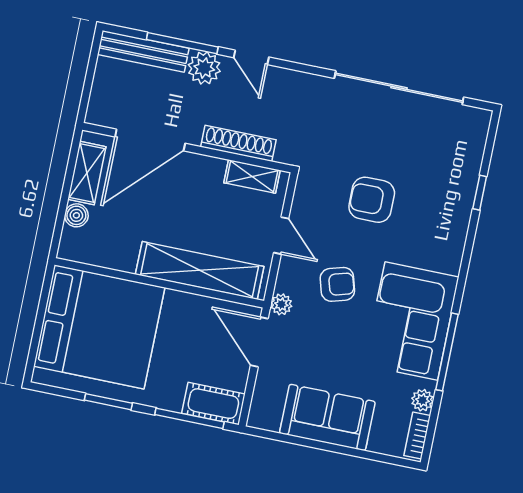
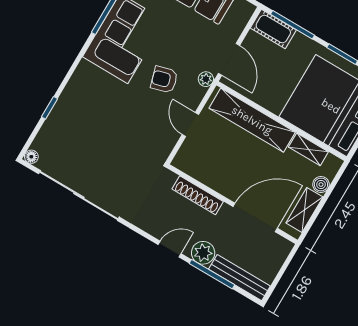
door: (251, 57) -> (170, 249), hinge flipped
floor lamp: (481, 118) -> (31, 157), added
shelving: (252, 177) -> (308, 149), moved
armchair: (372, 200) -> (122, 128), removed

